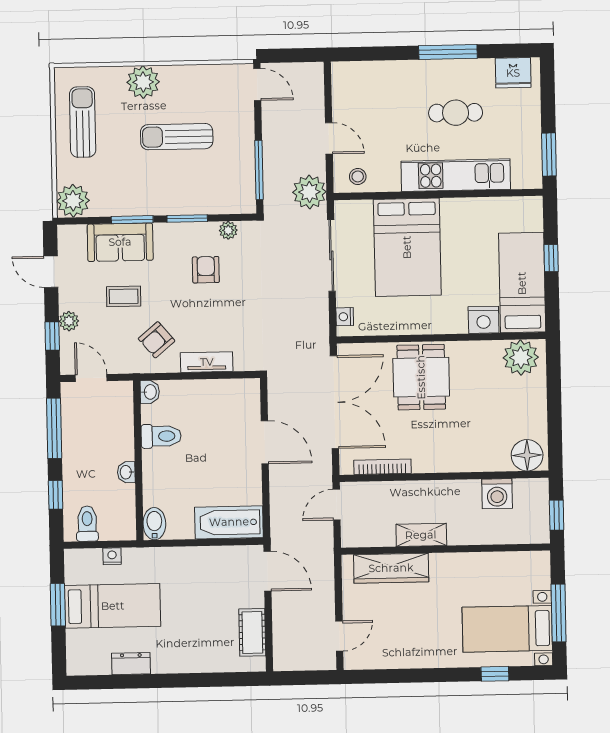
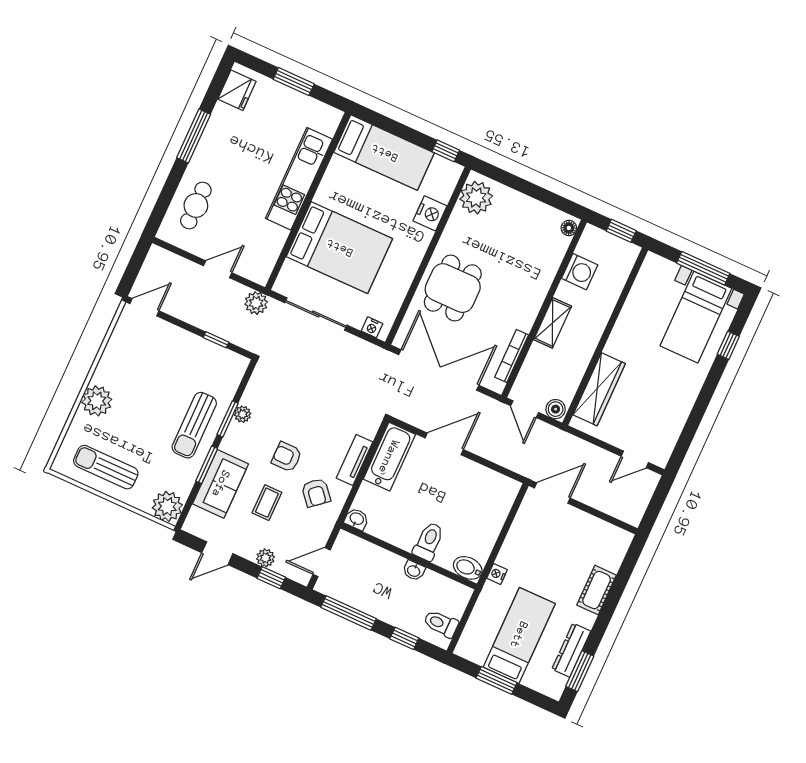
cafe table: (456, 113) -> (196, 205), moved
sun lounger: (177, 137) -> (194, 425), moved
window: (549, 155) -> (294, 82), moved
window: (259, 170) -> (216, 340), width x0.46
stool: (358, 176) -> (261, 261), removed
plant: (309, 192) -> (256, 303), width x0.73, depth x0.73
plant: (228, 230) -> (243, 414), moved
window: (551, 258) -> (446, 151), moved
armchair: (206, 270) -> (287, 457), moved
bed: (522, 283) -> (384, 153), moved, turned 180
dining table: (421, 377) -> (453, 288), turned 90
toilet: (161, 436) -> (429, 541), moved
floor lamp: (527, 455) -> (569, 228), width x0.53, depth x0.53
bathtub: (229, 522) -> (389, 457), moved, turned 180
boiler: (351, 535) -> (556, 409), added
shelving: (421, 535) -> (553, 323), moved
nightstand: (112, 556) -> (497, 574), moved
cot: (252, 632) -> (597, 590), moved, turned 90
door: (339, 636) -> (635, 459), swing flipped
dresser: (131, 664) -> (571, 650), width x1.44
window: (106, 682) -> (580, 671), added

